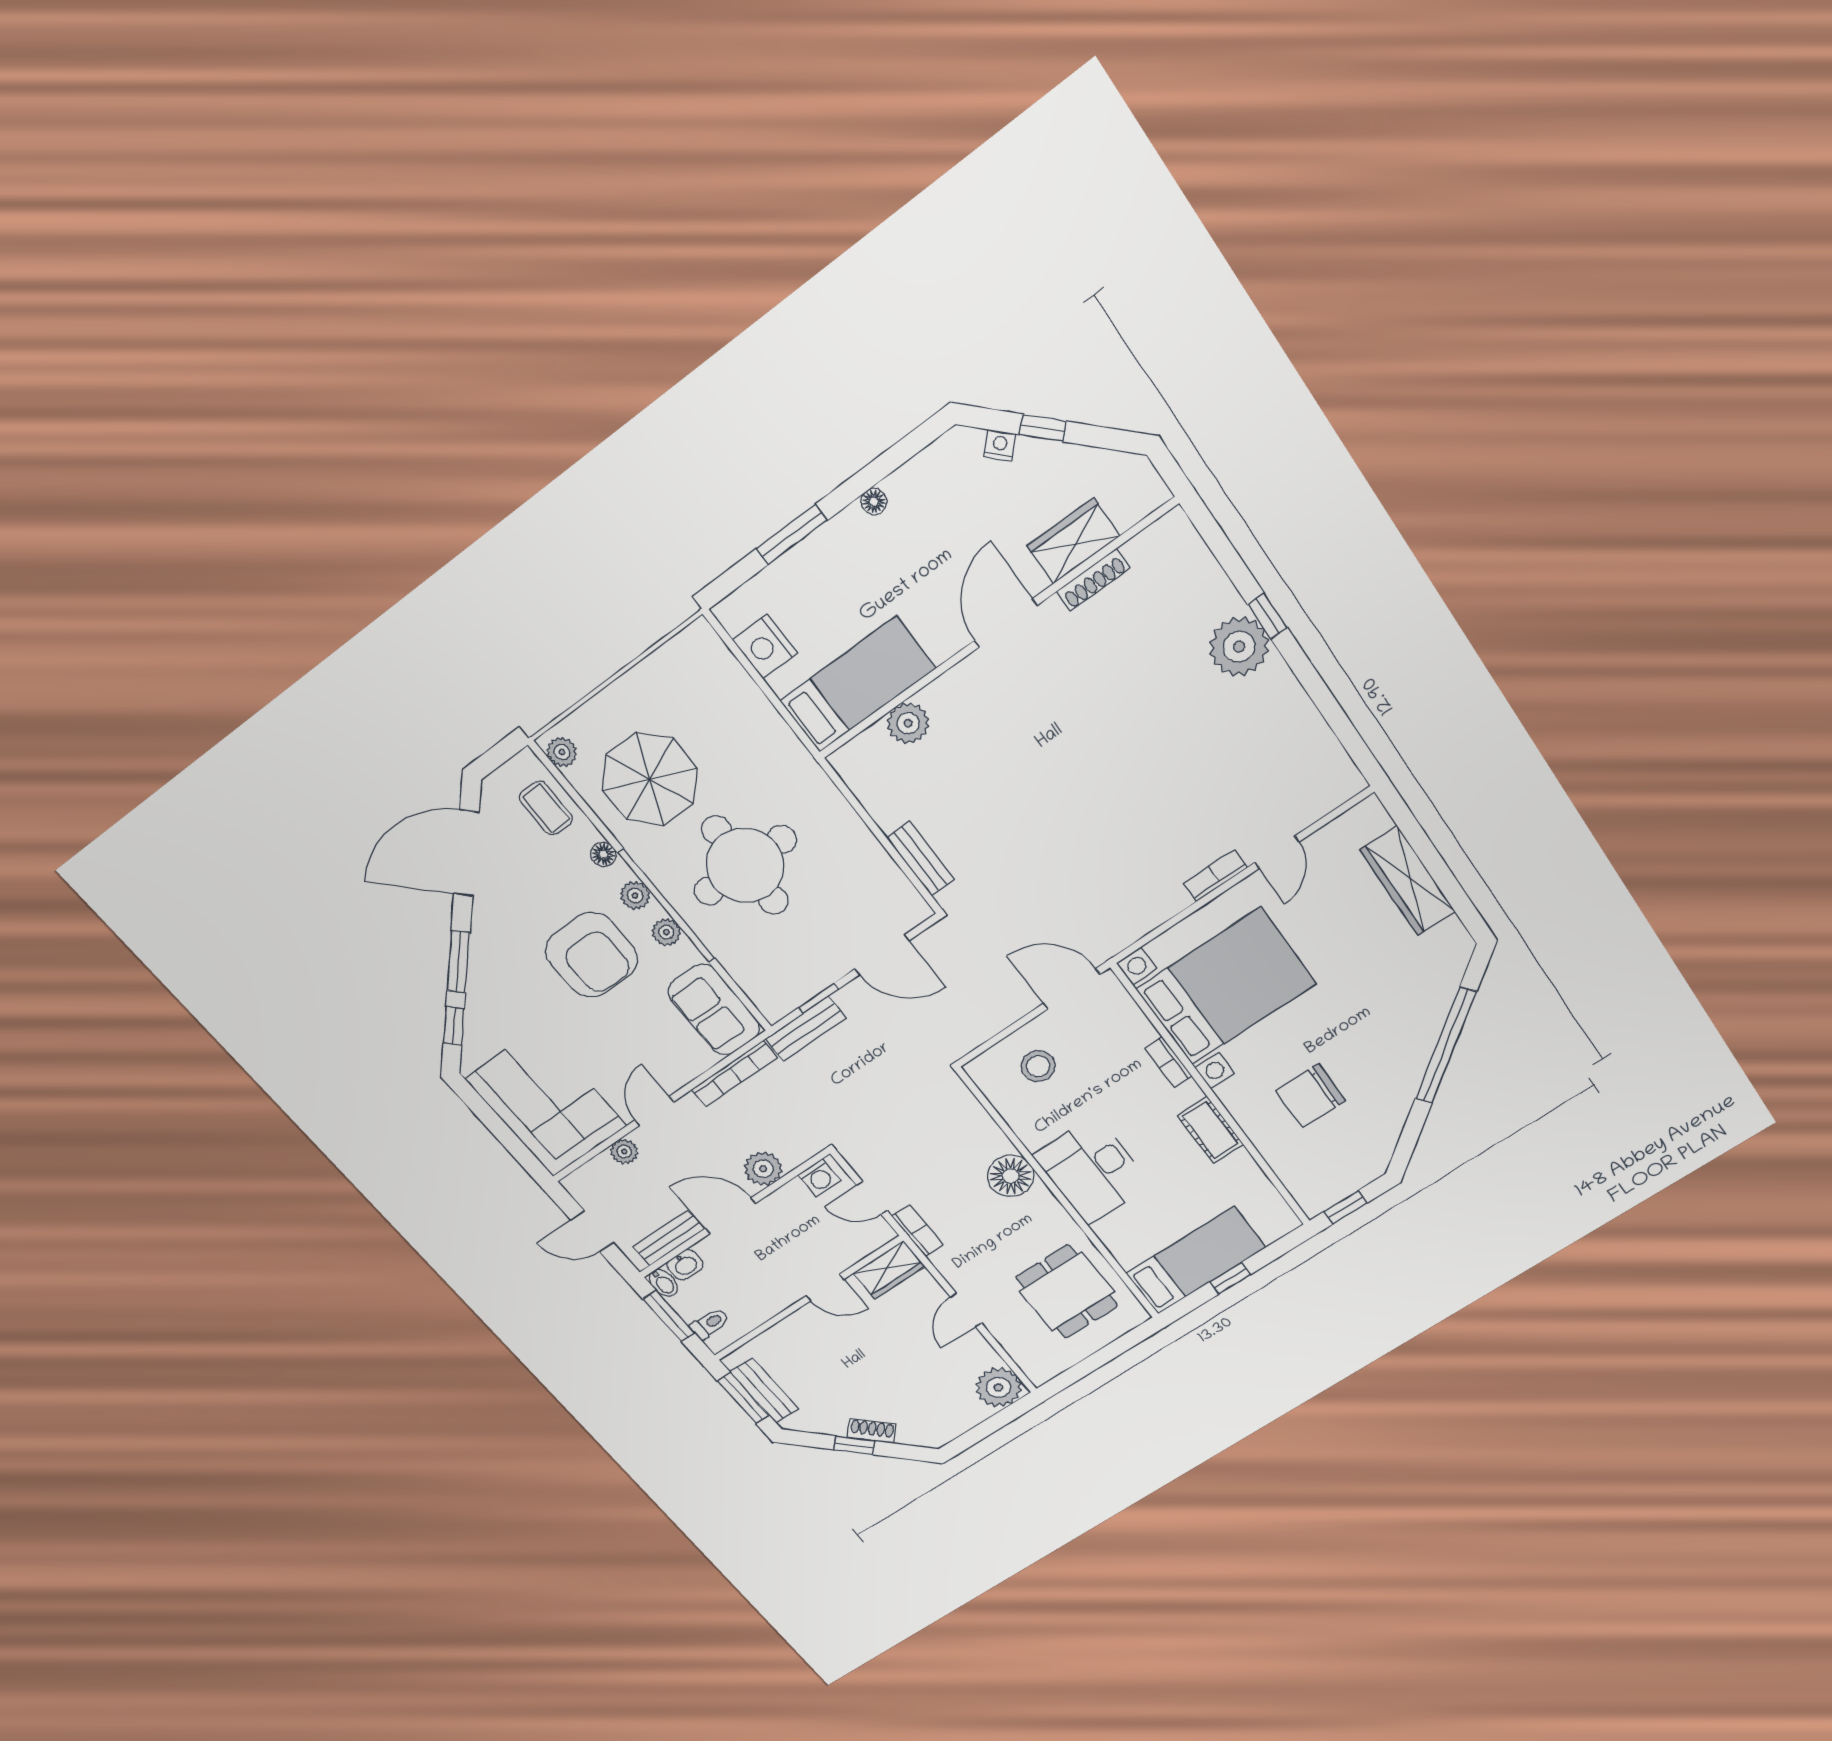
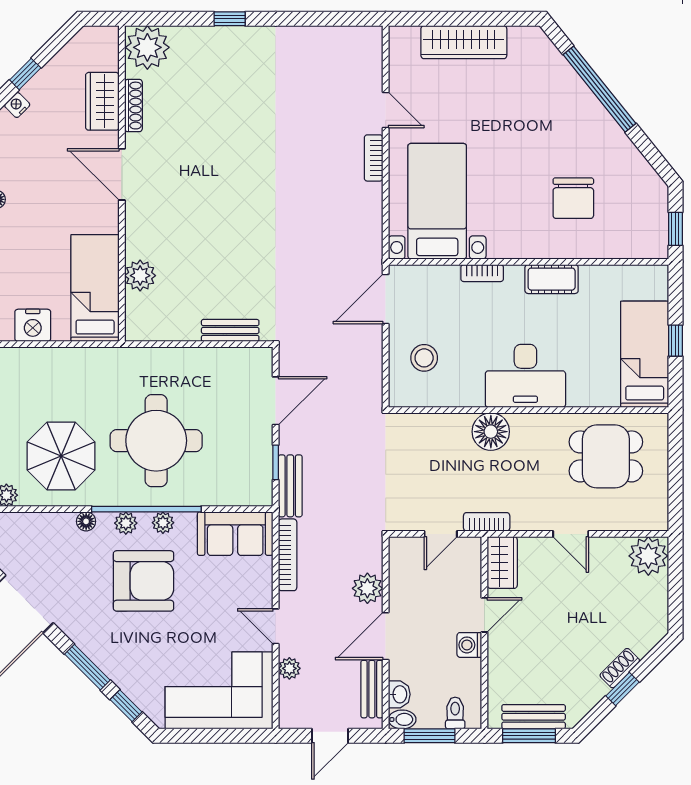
plant: (1239, 647) -> (147, 47), moved
coffee table: (546, 808) -> (33, 533), removed
bed with nightstands: (1226, 986) -> (437, 201), width x0.73
washing machine: (819, 1178) -> (469, 645), moved, turned 180

